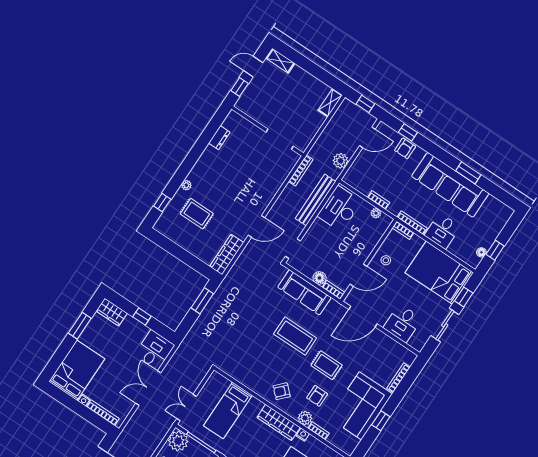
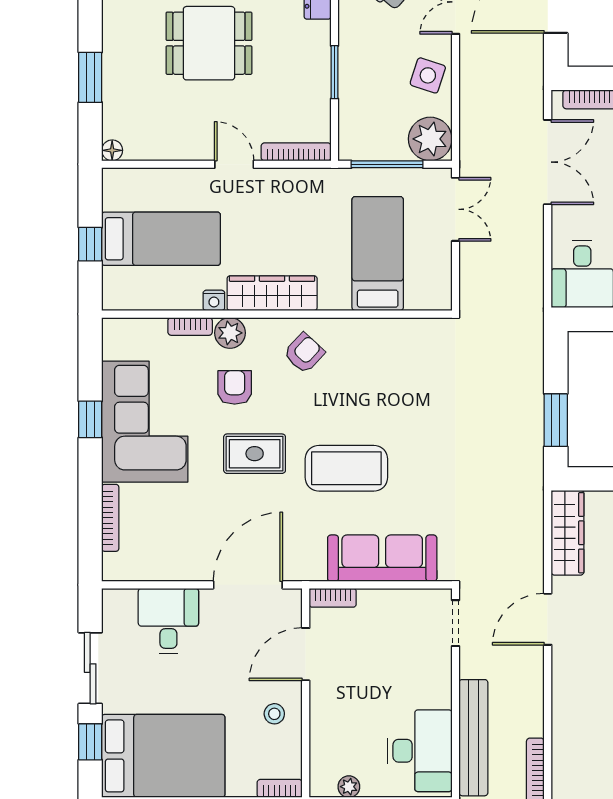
floor lamp: (319, 278) -> (372, 602), removed
double door: (148, 388) -> (548, 162), moved

